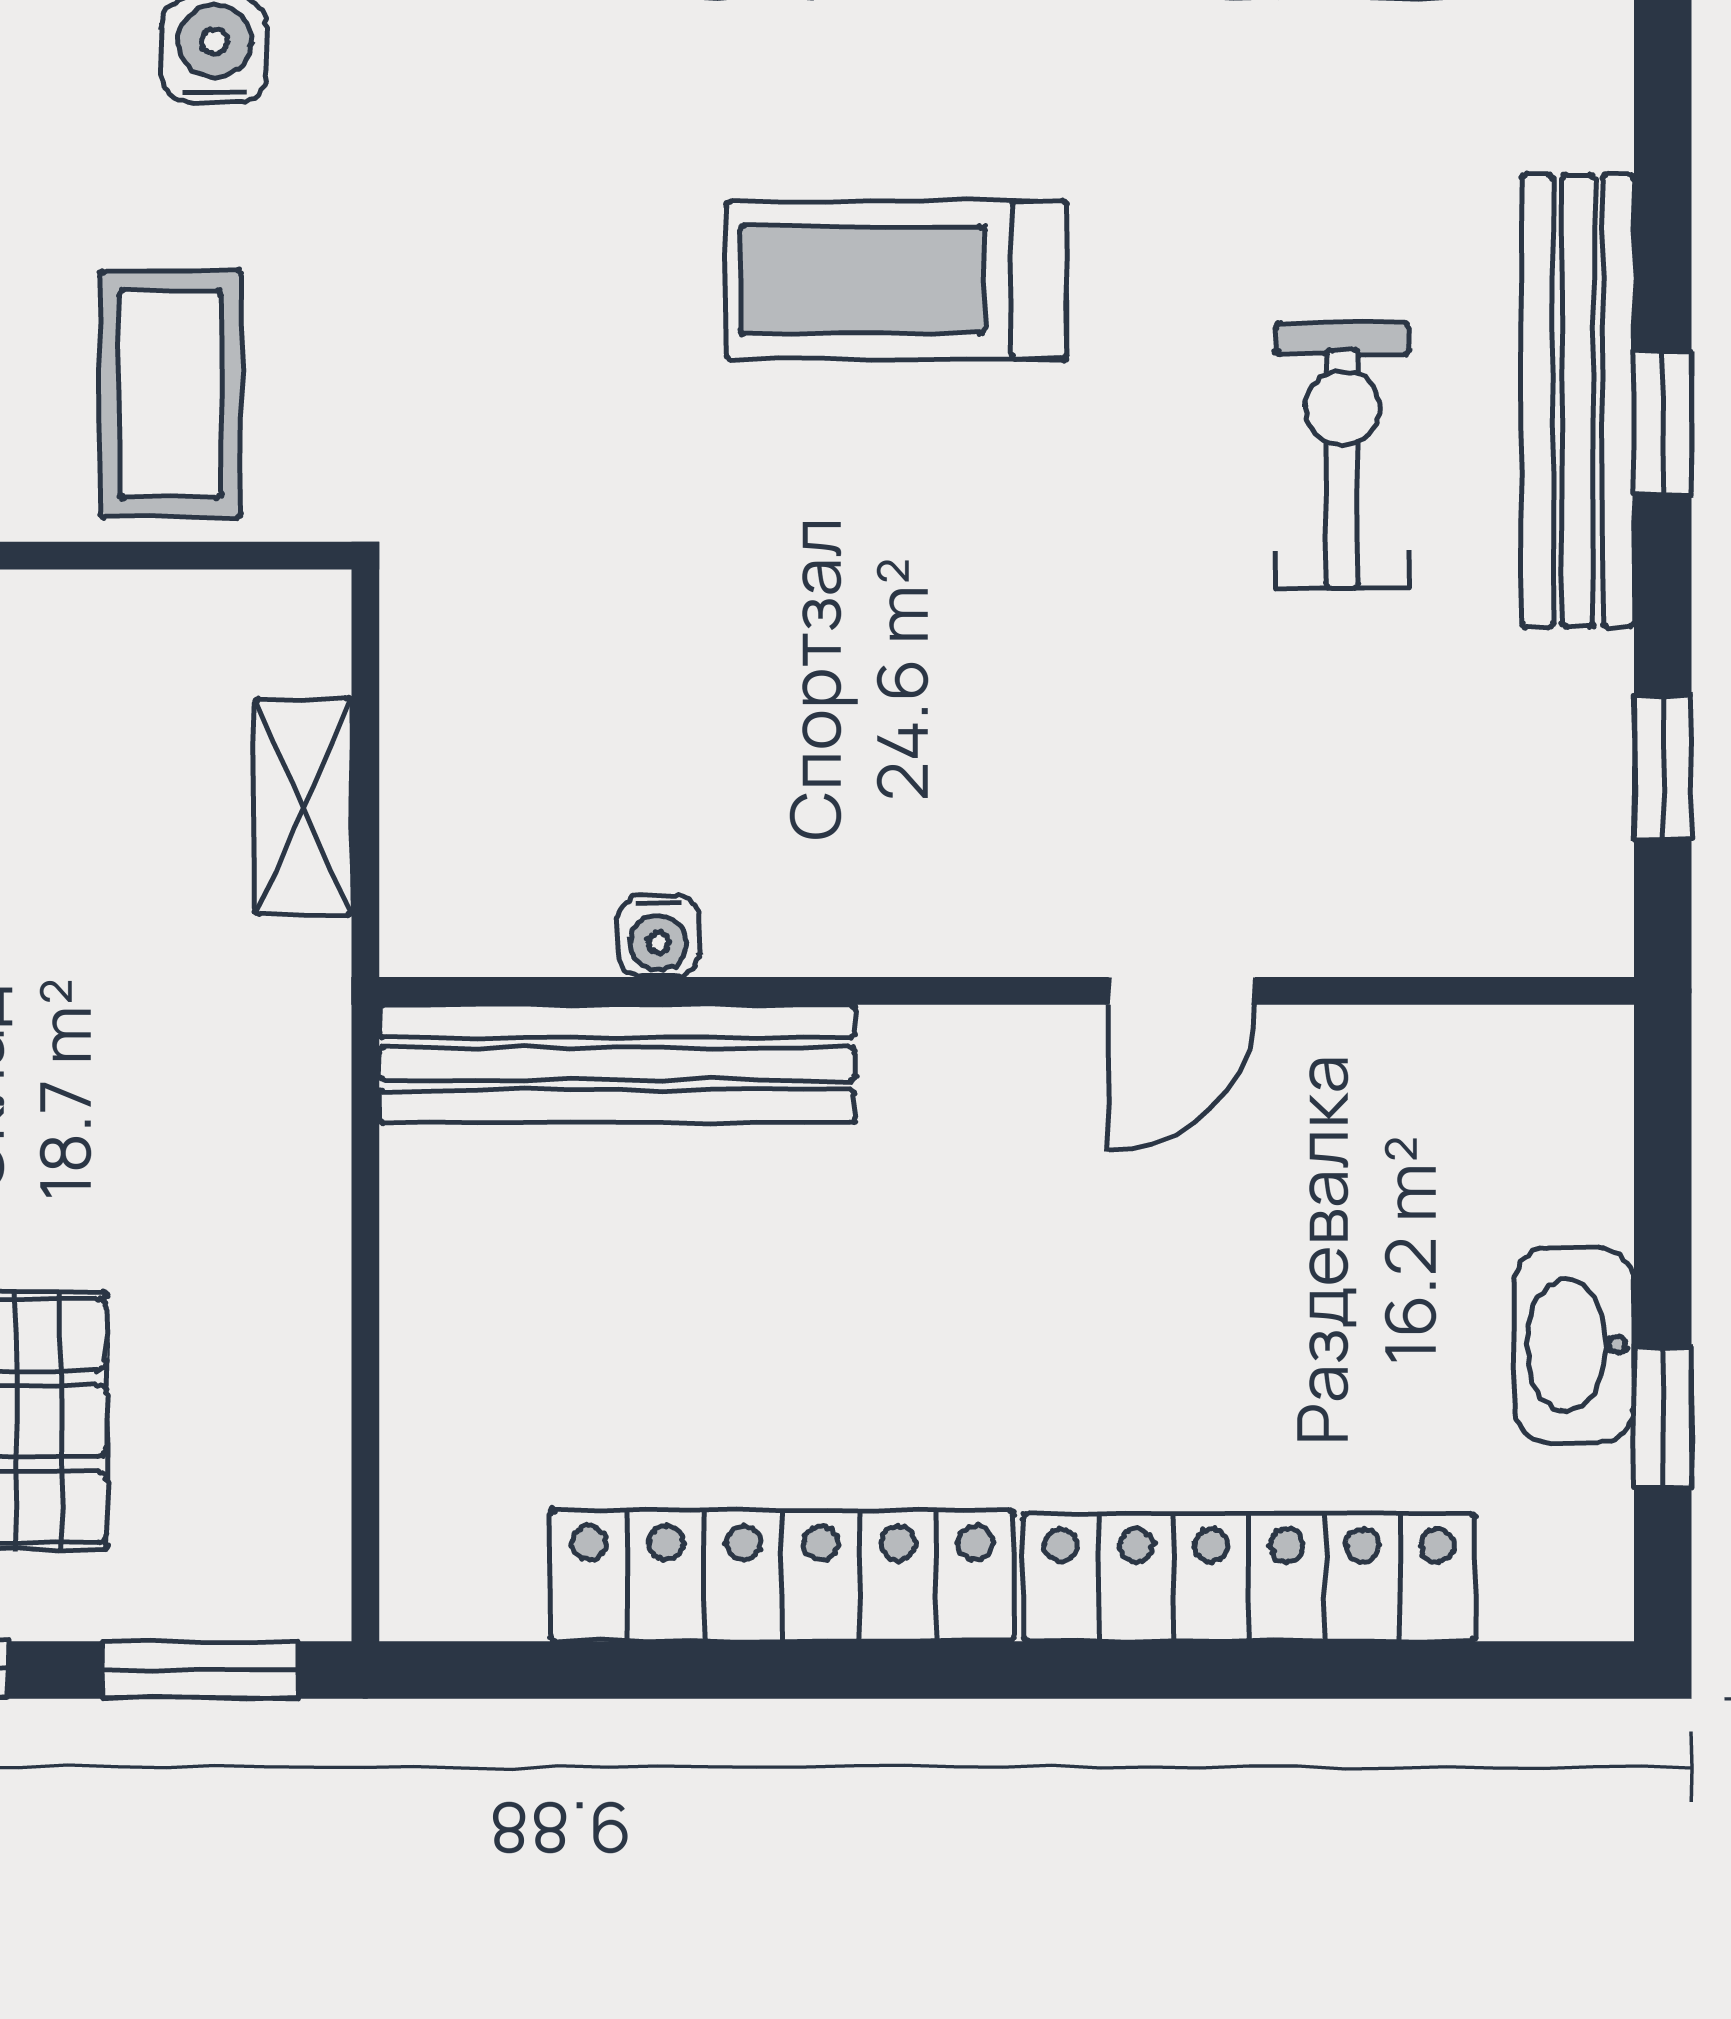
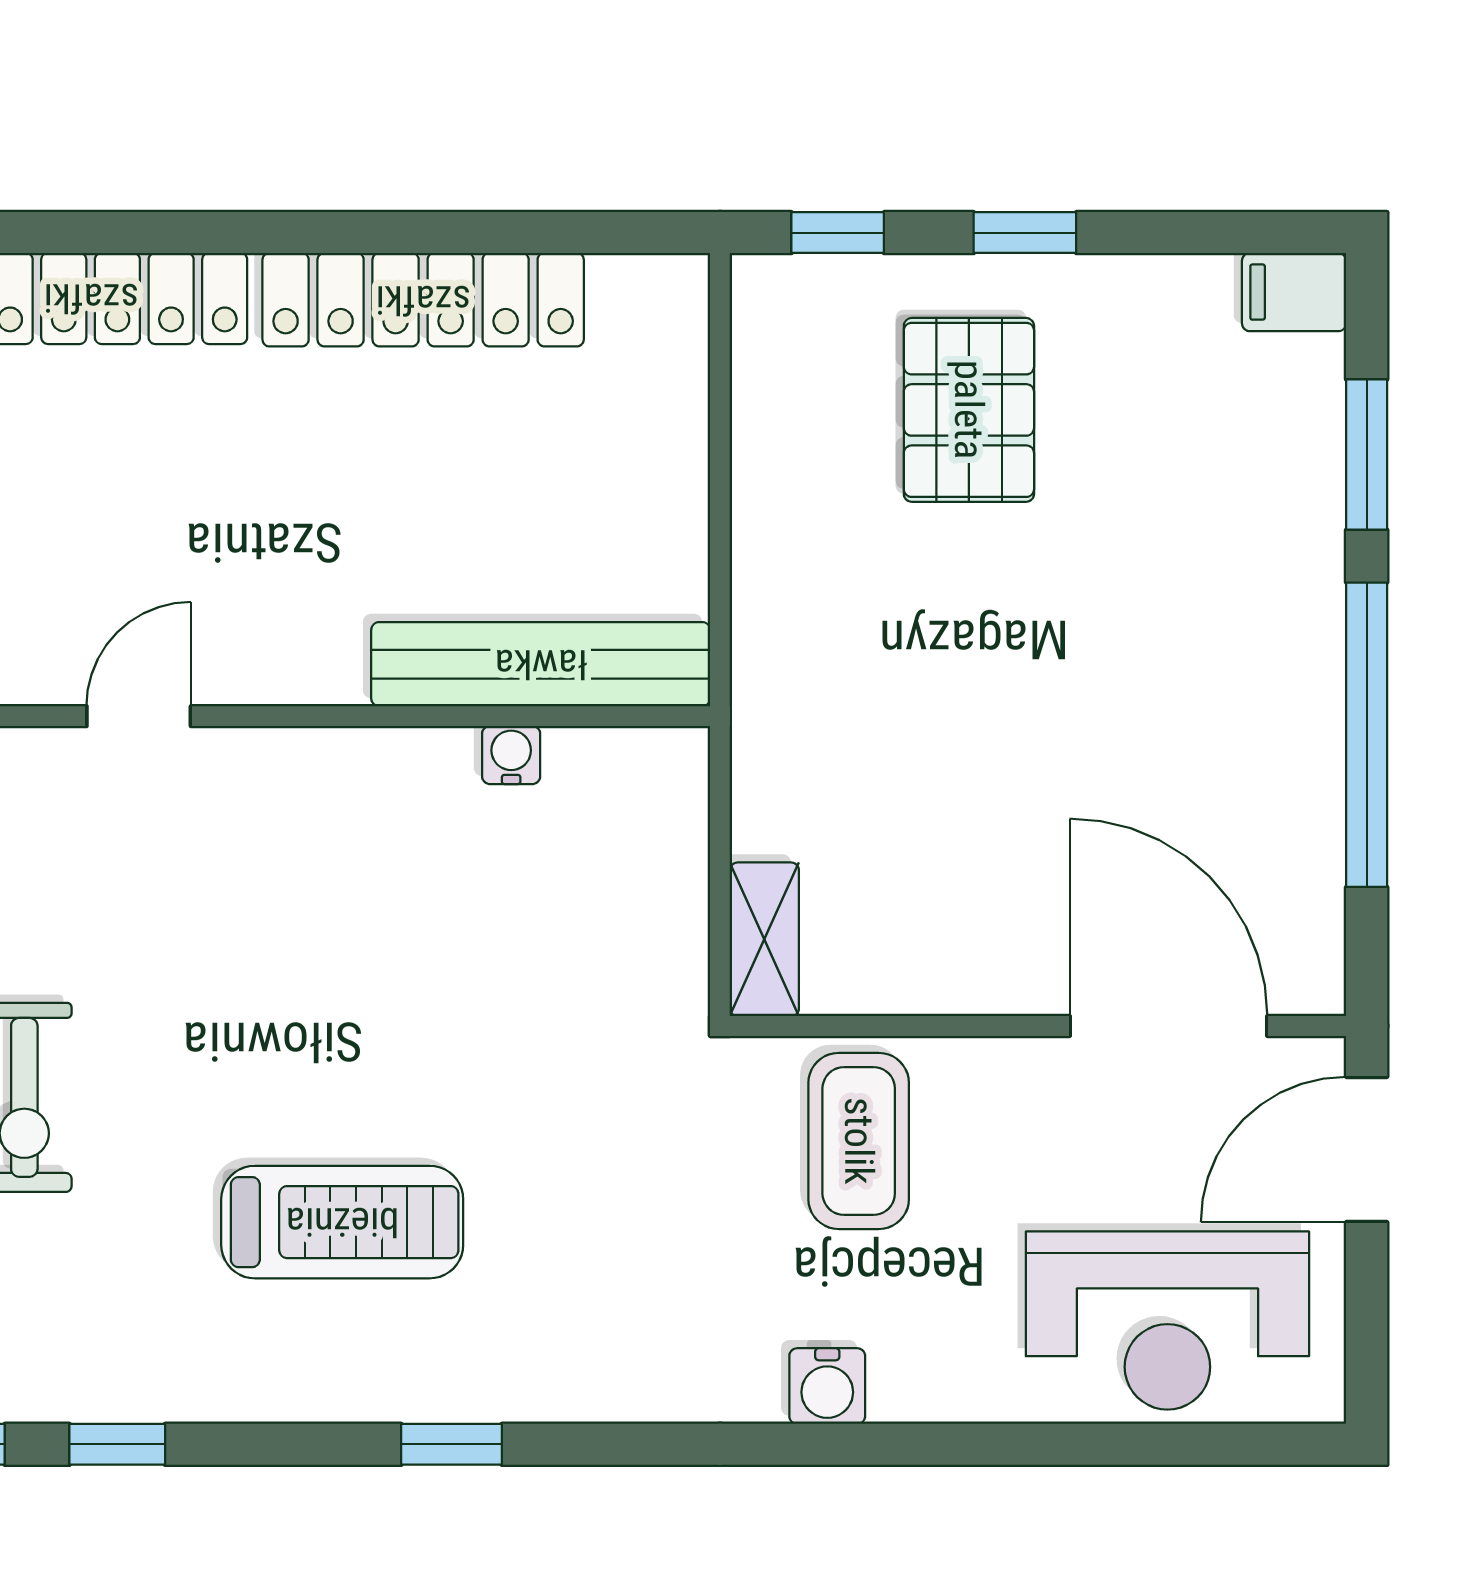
shelving: (303, 806) -> (764, 939), moved
window: (200, 1670) -> (838, 233), width x0.67

